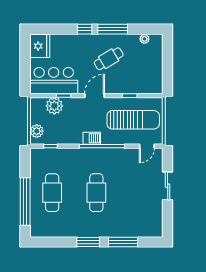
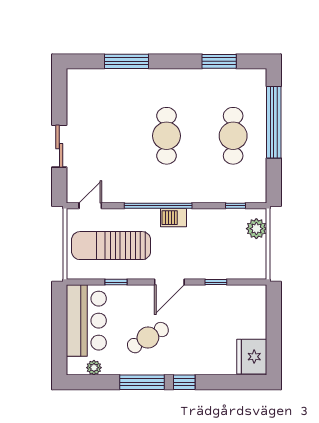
bar counter: (54, 81) -> (86, 321), moved, turned -90
plant: (54, 106) -> (230, 267), removed
window: (88, 242) -> (219, 61), moved

